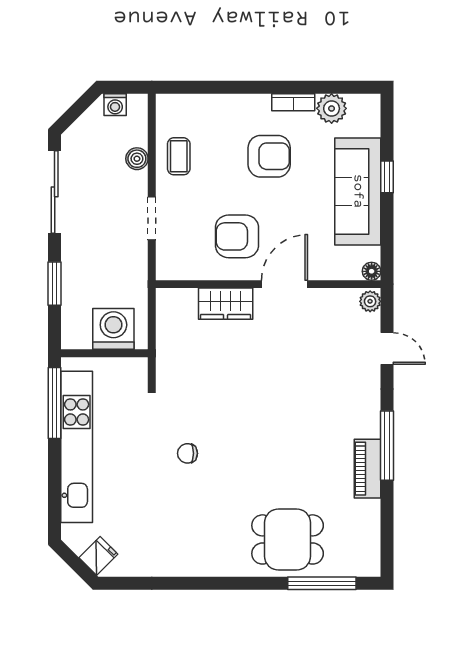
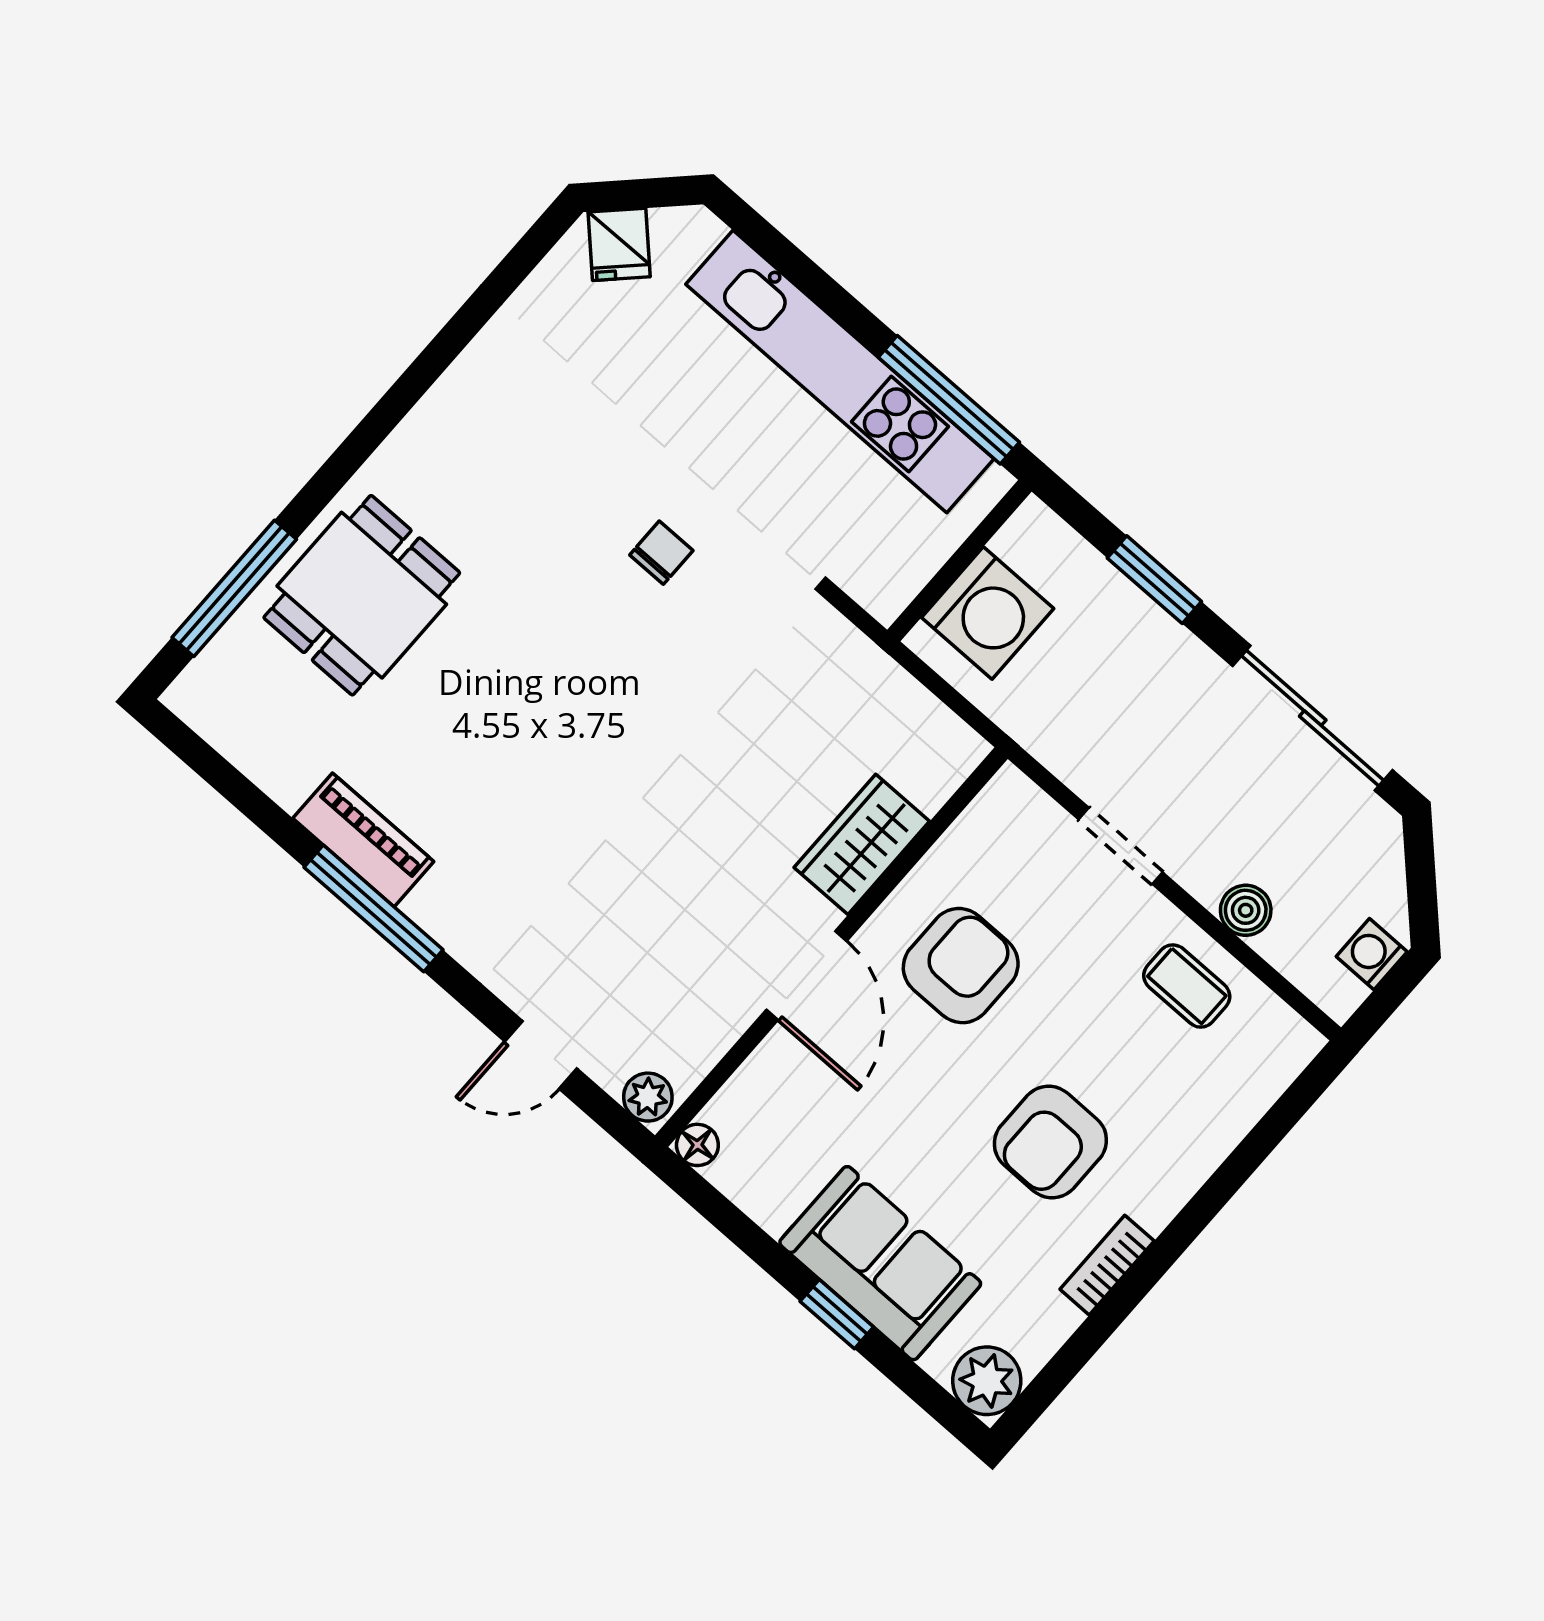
plant: (332, 108) -> (987, 1381), moved
sofa: (358, 191) -> (880, 1263), width x0.73

